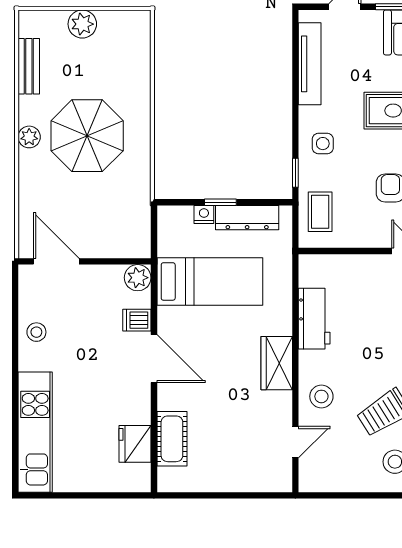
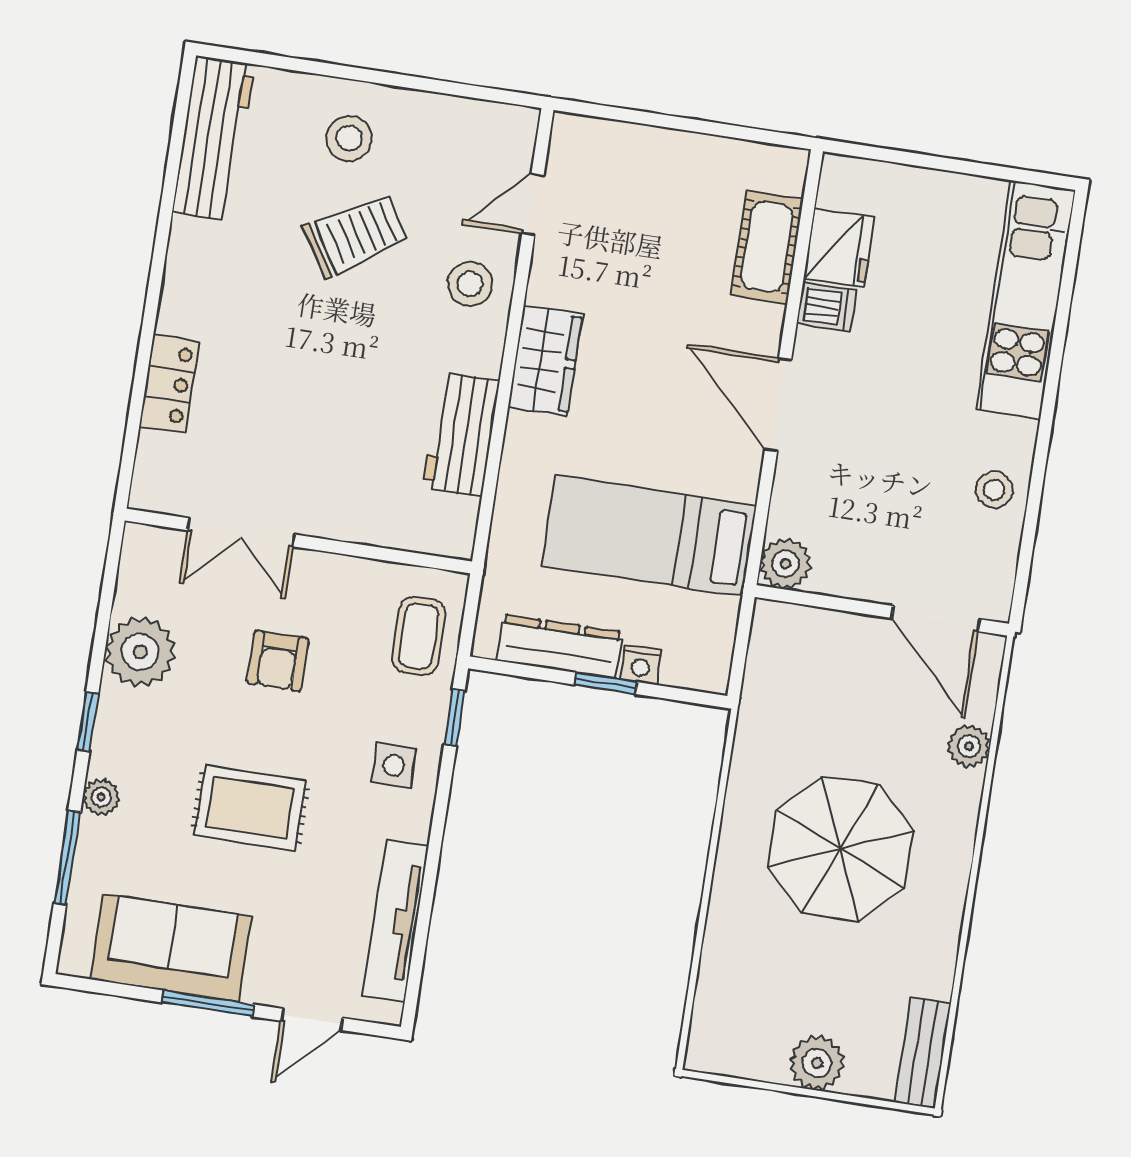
bench: (29, 66) -> (923, 1053), moved
plant: (29, 137) -> (969, 746), moved
dishwasher: (137, 320) -> (826, 307), moved

